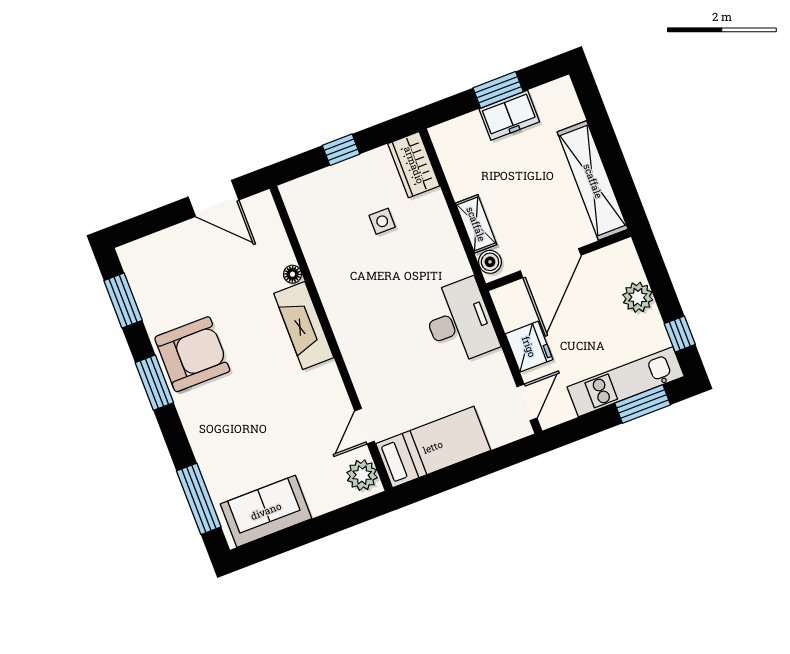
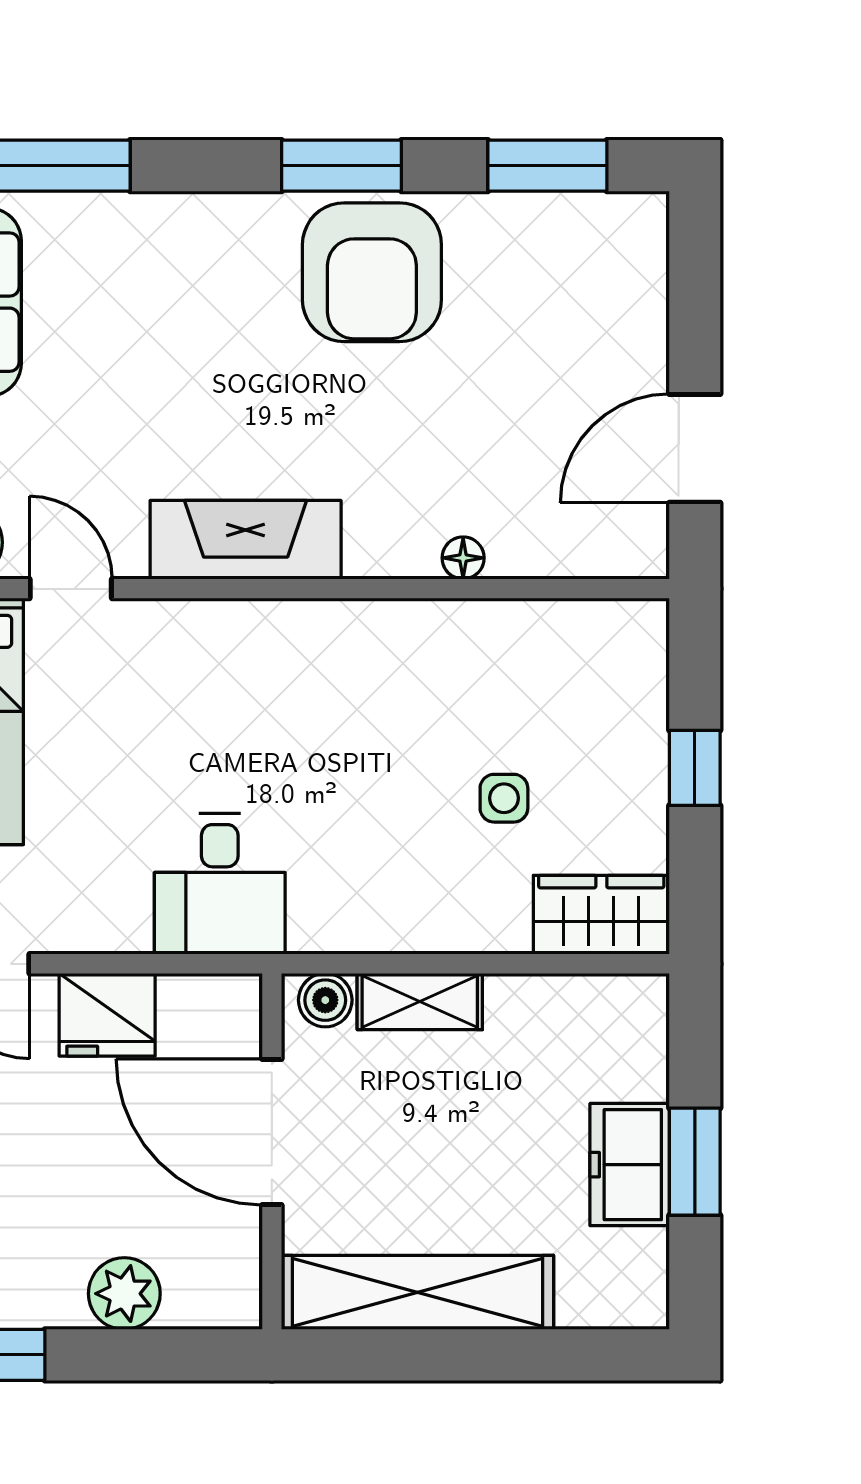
desk: (460, 322) -> (220, 884), width x0.73
fireplace: (304, 326) -> (246, 540), moved

